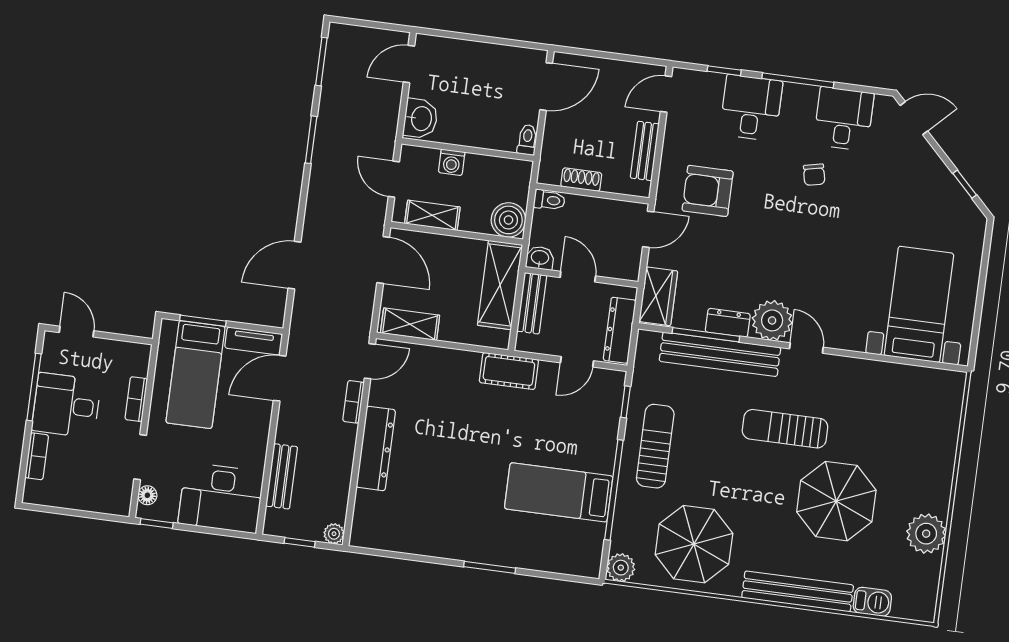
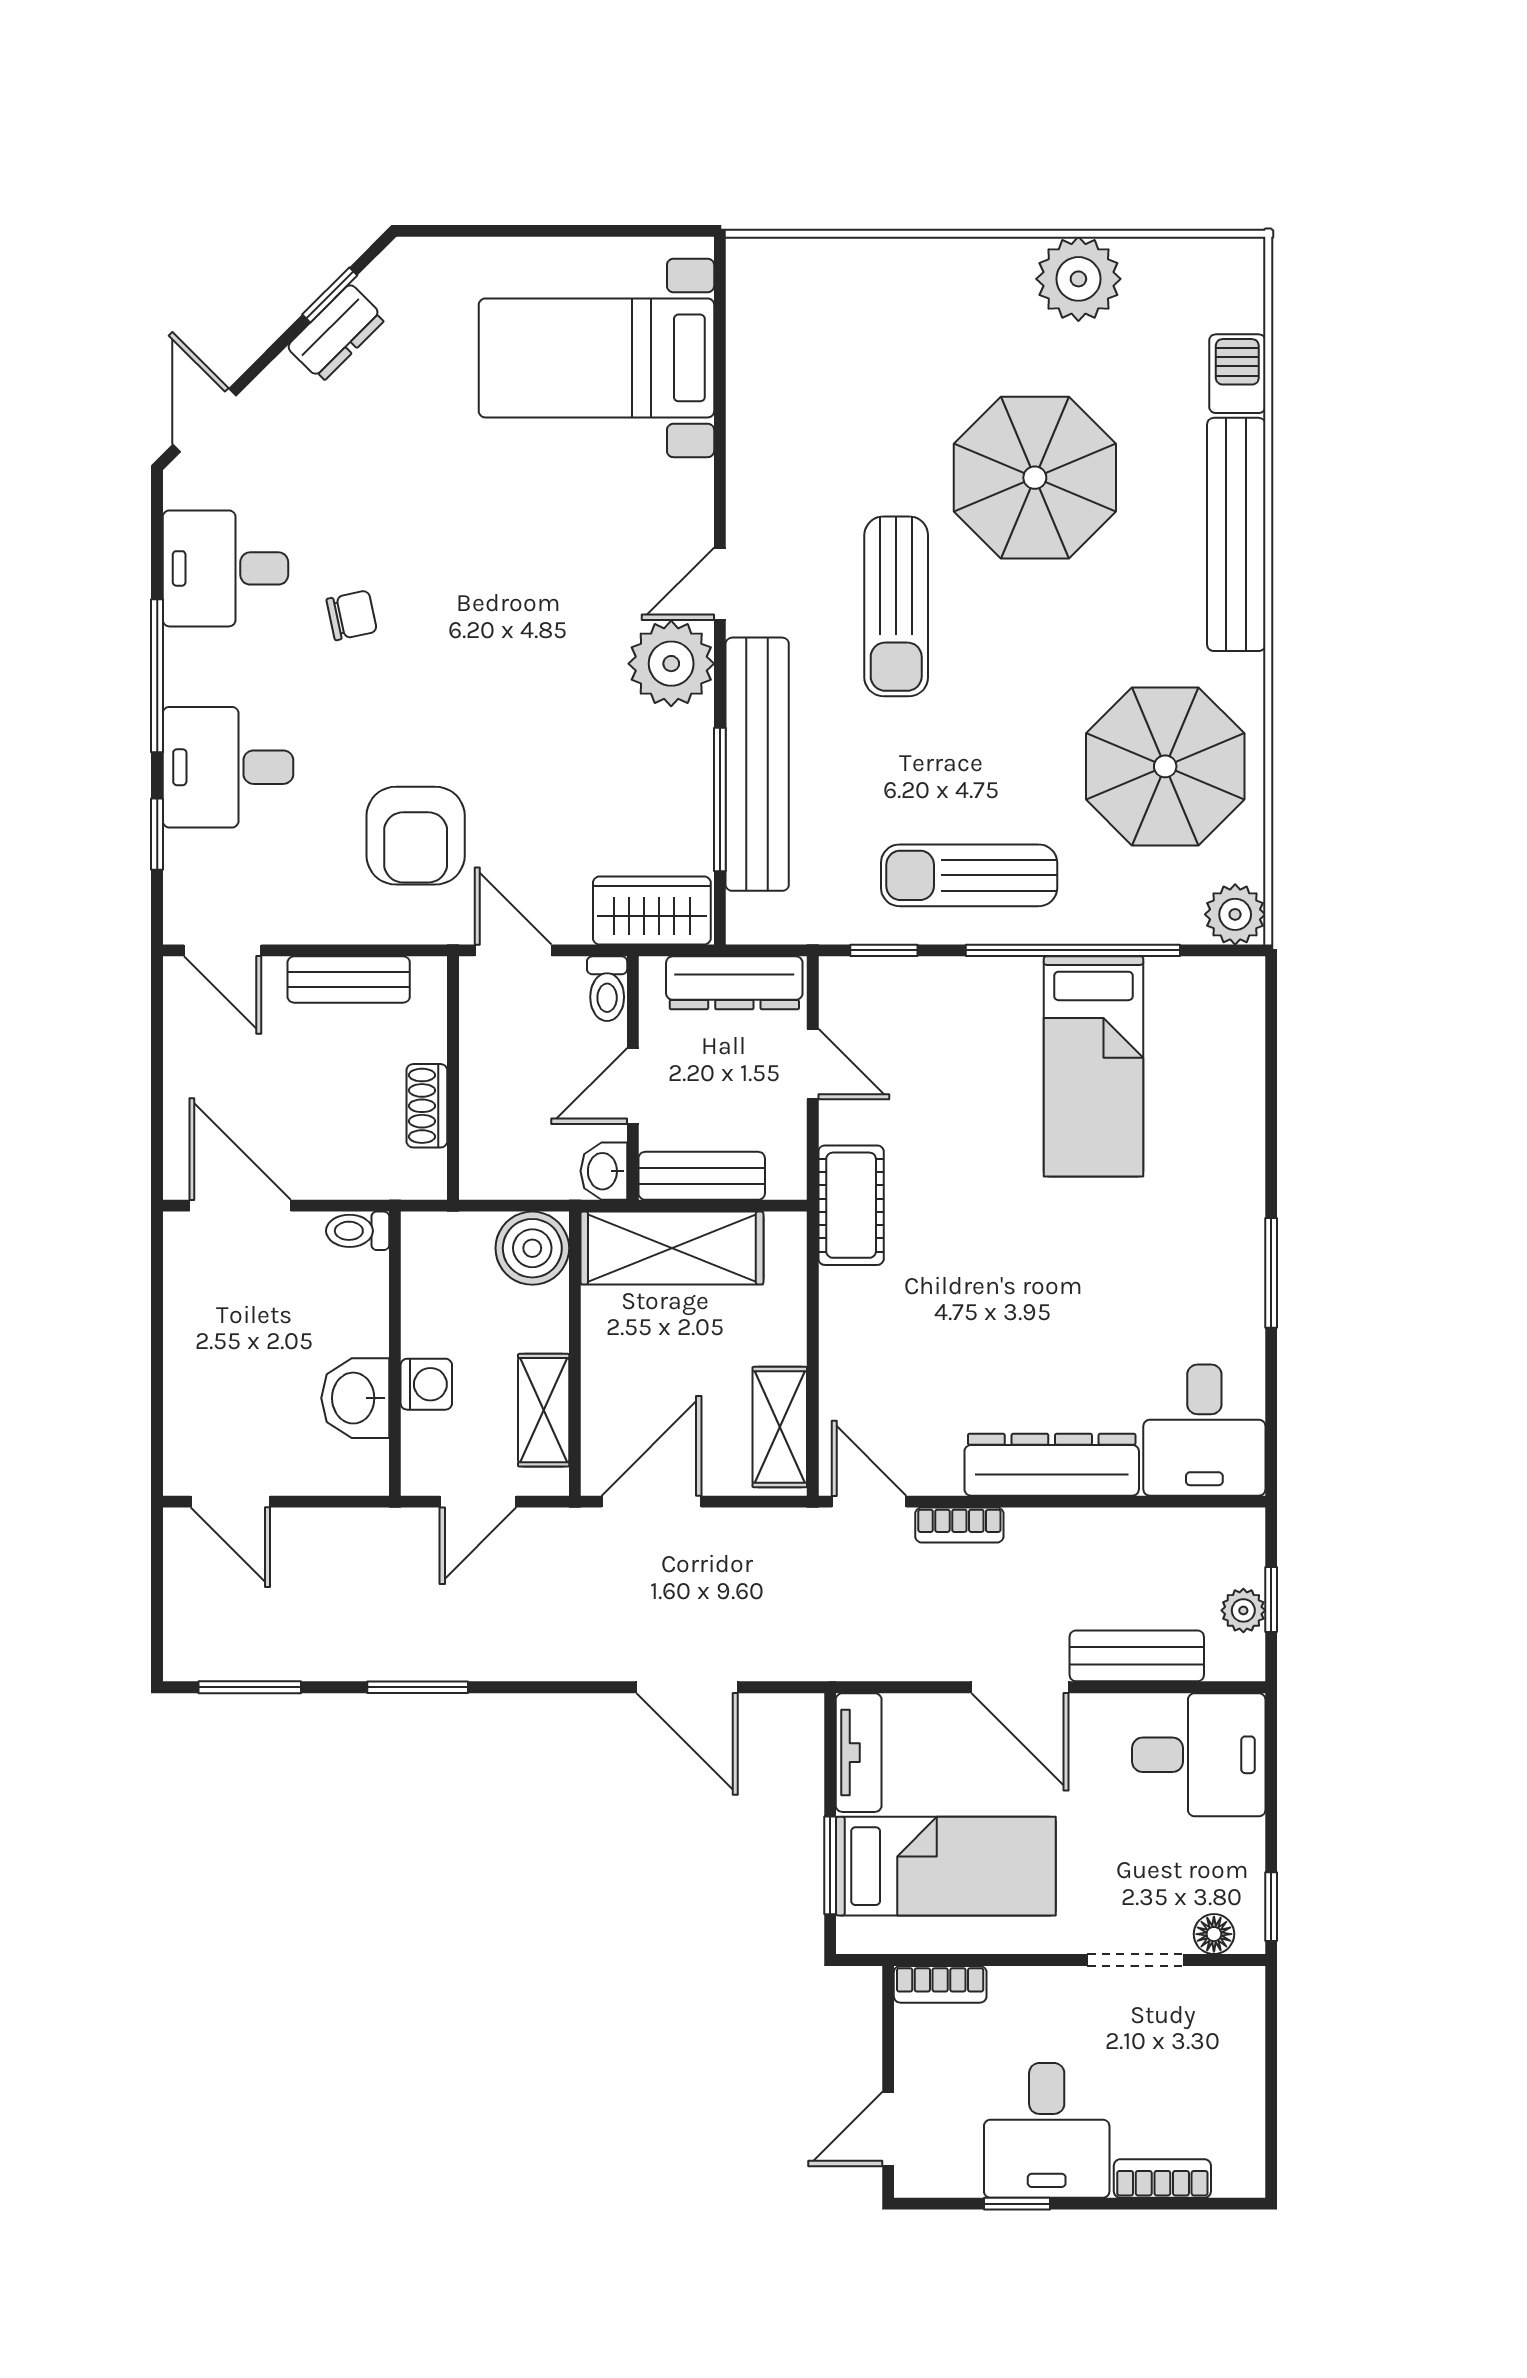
washbasin: (421, 118) -> (355, 1398), moved, turned -90
toilet: (549, 200) -> (607, 989), moved, turned 180
dresser: (728, 323) -> (336, 333), moved, turned -135
door: (280, 378) -> (1020, 1687), moved
window: (34, 387) -> (1017, 2204), width x0.46
bookcase: (136, 399) -> (940, 1984), moved
desk: (221, 498) -> (1199, 1755), width x0.73
desk: (383, 522) -> (1204, 1430), added
plant: (334, 534) -> (1243, 1610), moved
window: (490, 567) -> (1271, 1273), moved

